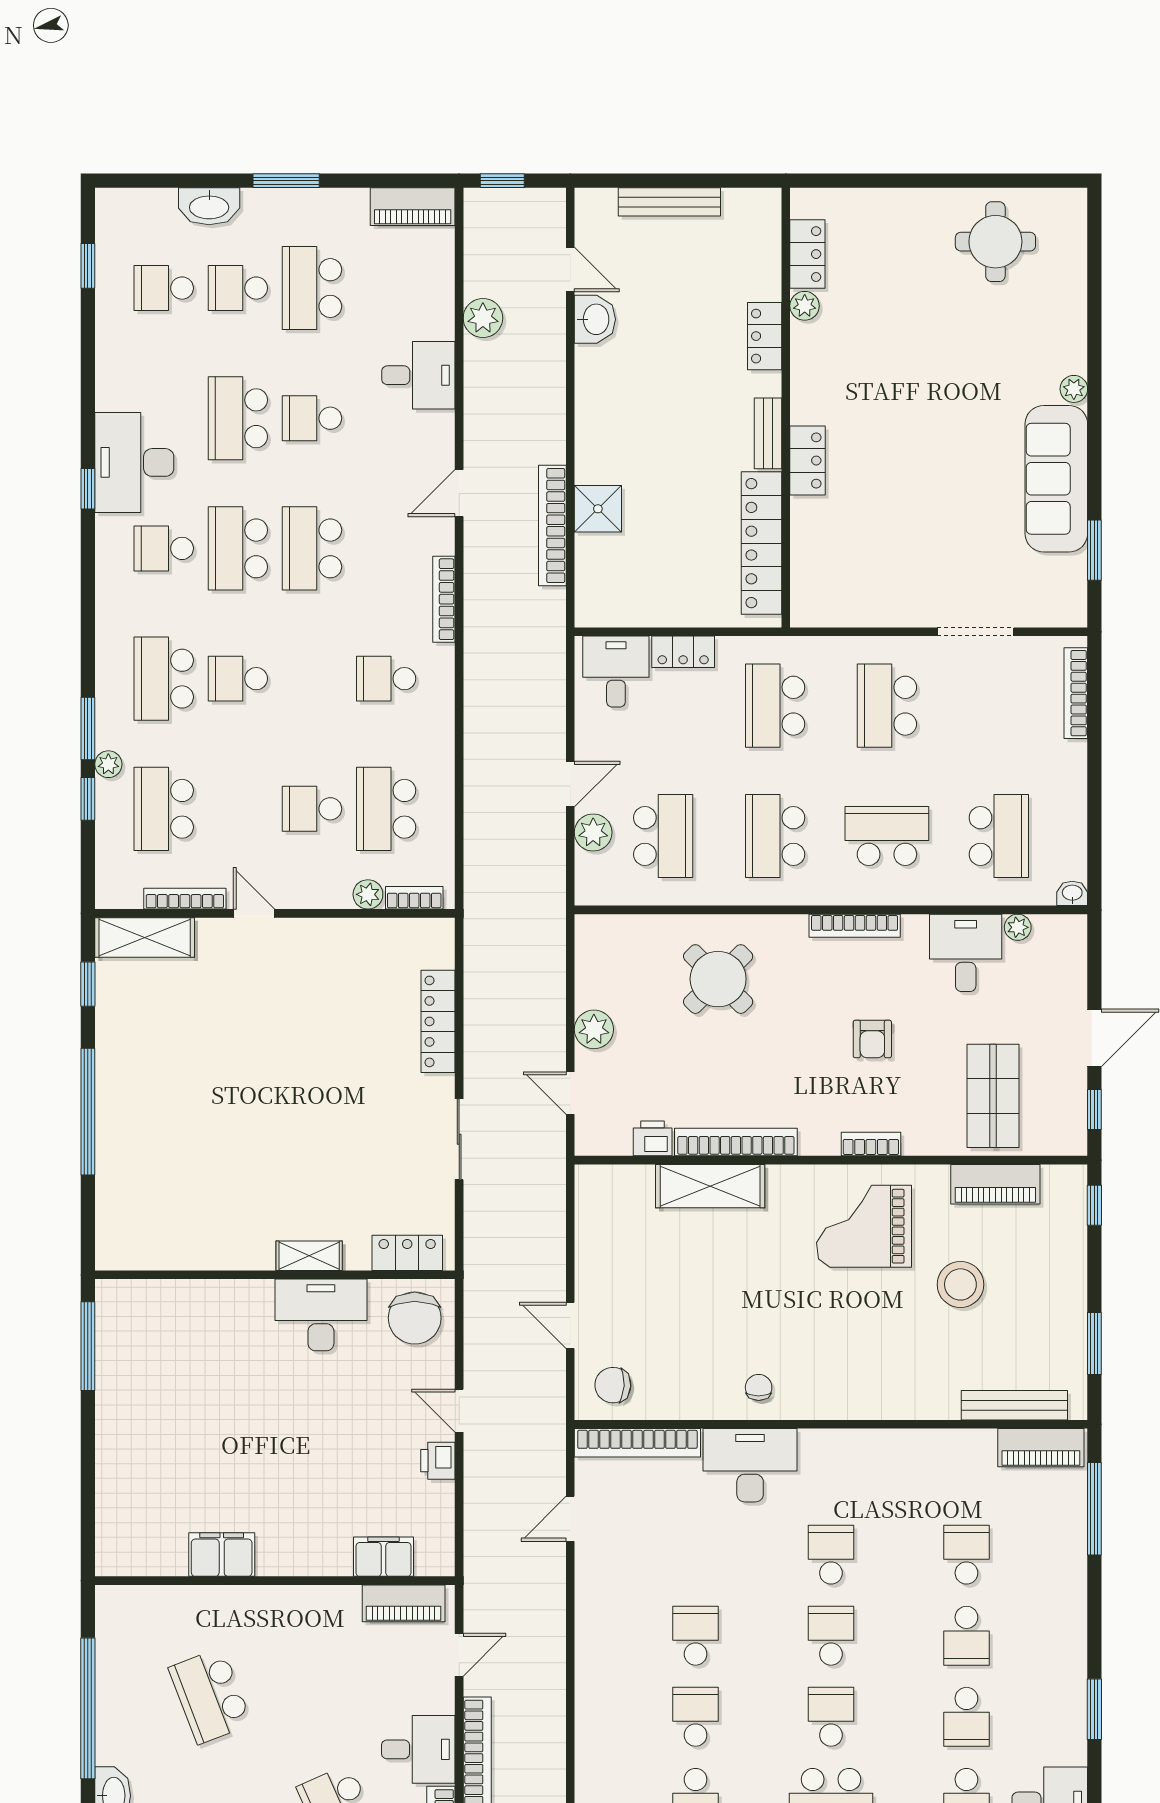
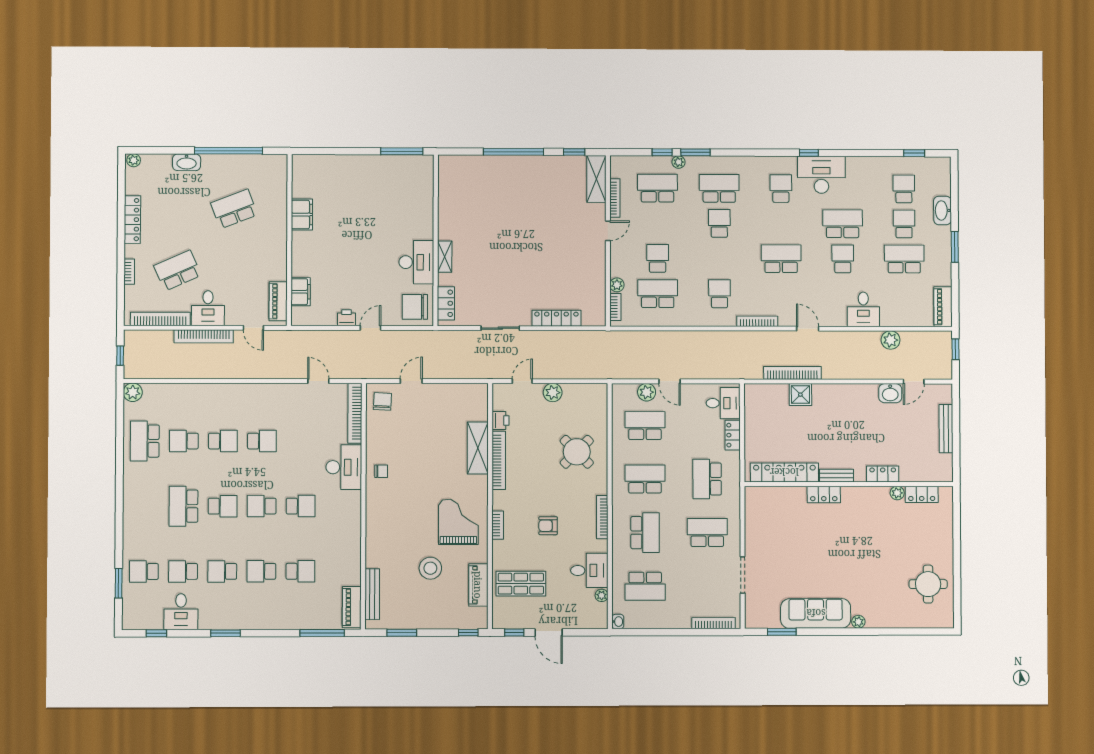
school desk: (238, 548) -> (781, 224), removed
school desk: (775, 706) -> (707, 479), turned -90
school desk: (663, 836) -> (645, 426), turned 180
school desk: (831, 1636) -> (262, 506), turned 180

